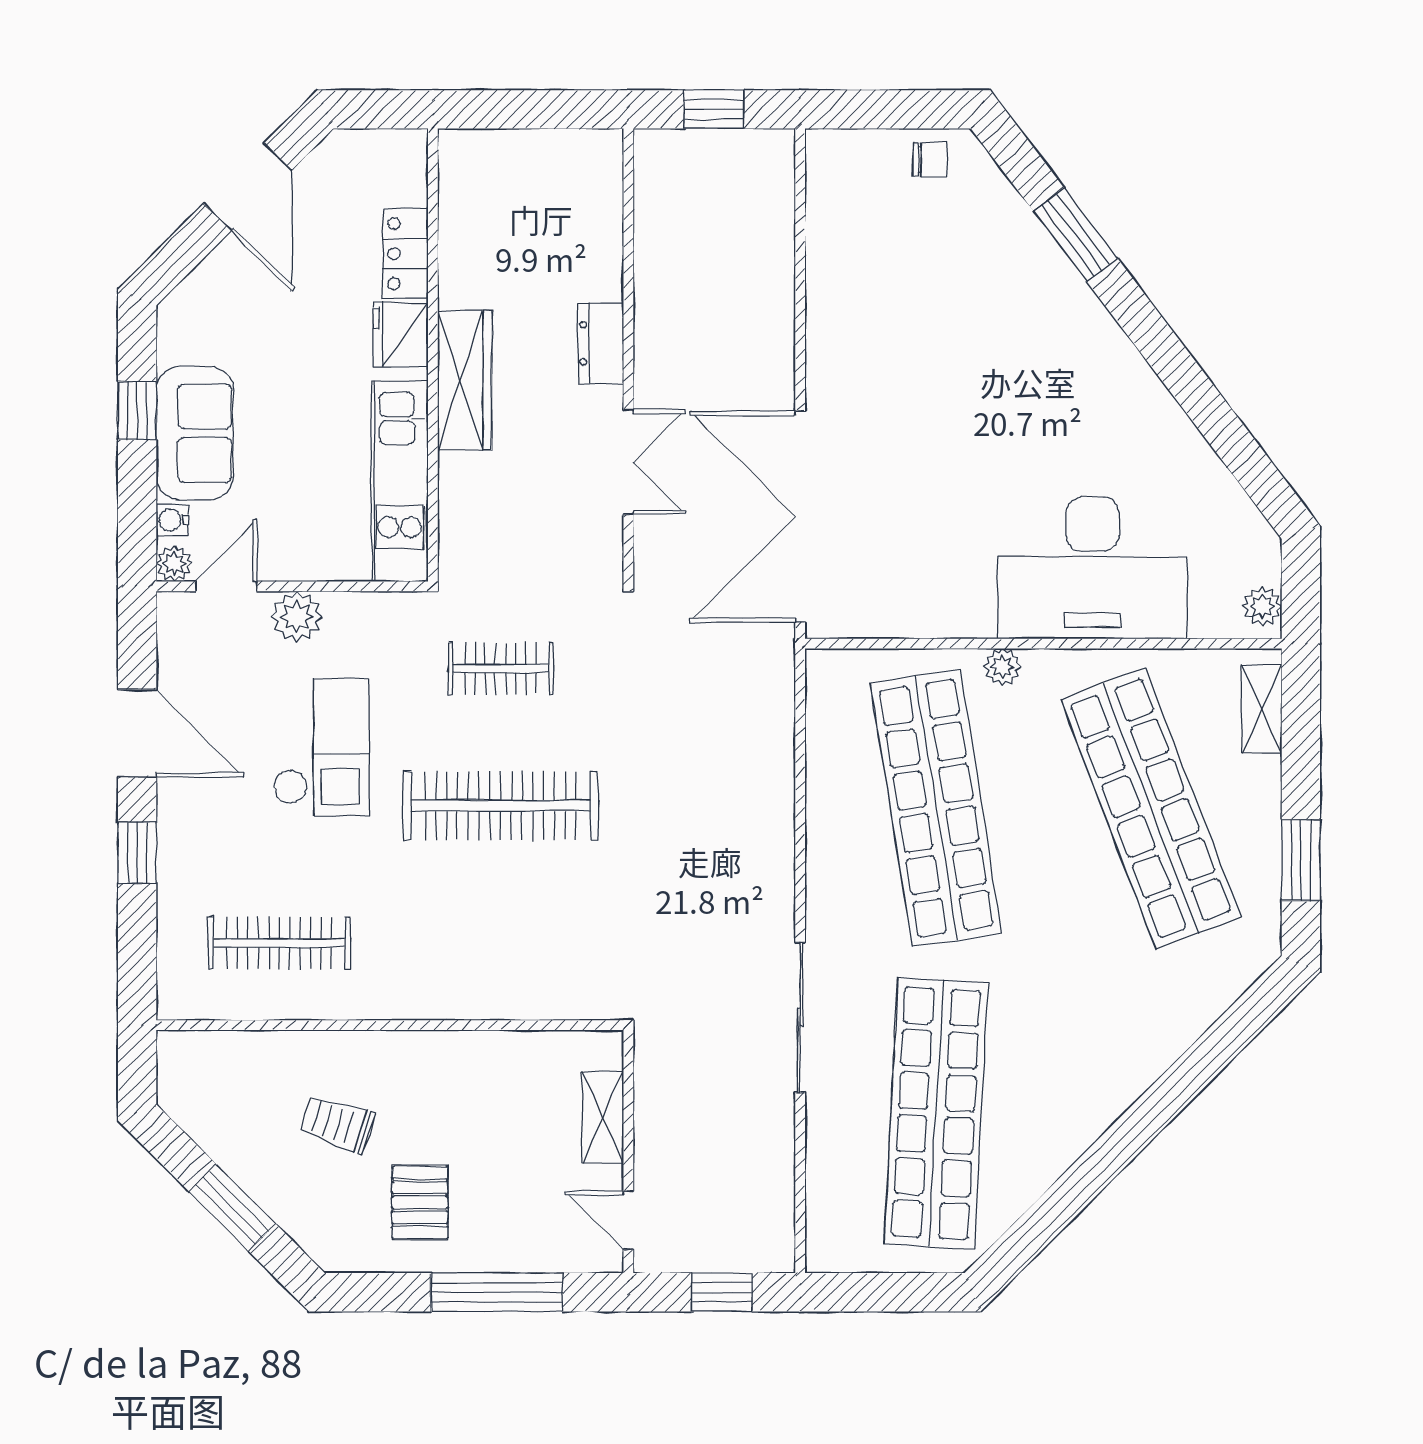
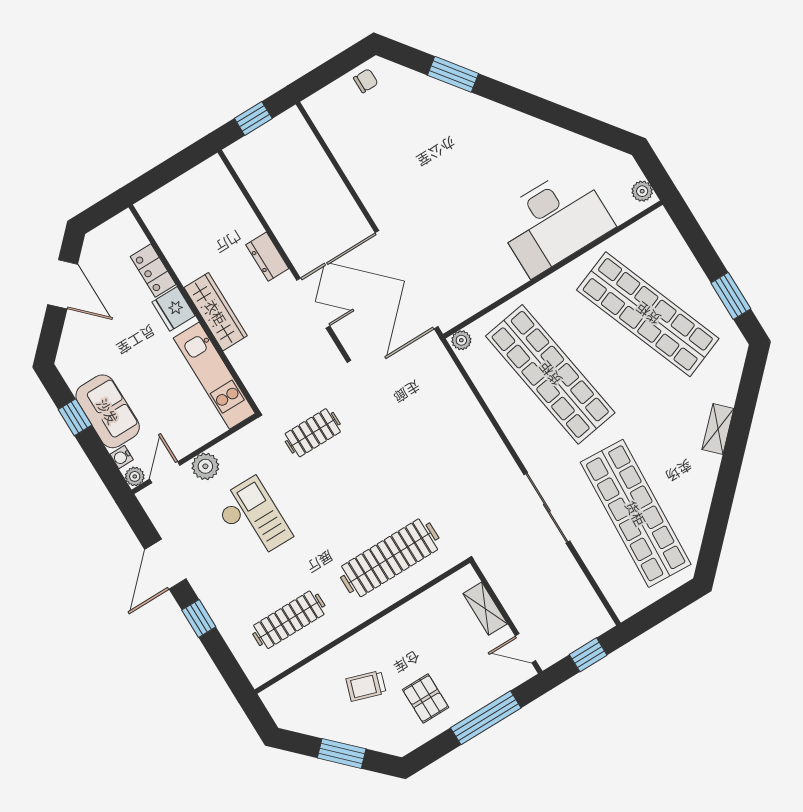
plant: (1002, 667) -> (461, 340), moved
shelving: (1262, 709) -> (718, 429), moved, turned 45
door: (137, 733) -> (165, 564), swing flipped
clothes rail: (501, 806) -> (390, 558), moved

